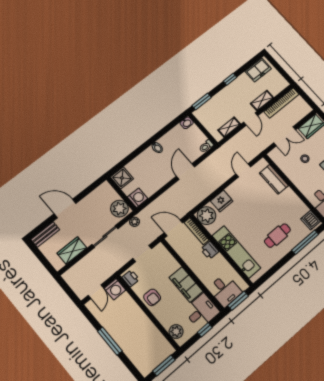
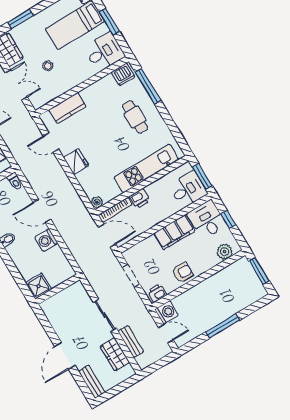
washing machine: (138, 198) -> (46, 240), moved, turned -90
fridge: (222, 201) -> (76, 161), moved
plant: (119, 209) -> (75, 294), removed
plant: (206, 216) -> (97, 202), width x0.53, depth x0.53
plant: (135, 222) -> (93, 279), removed
door: (174, 228) -> (107, 236), swing flipped
bench: (85, 262) -> (131, 342), added

